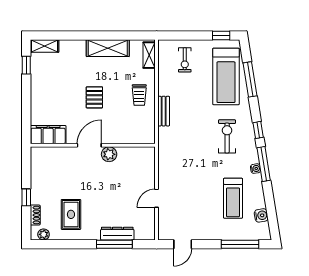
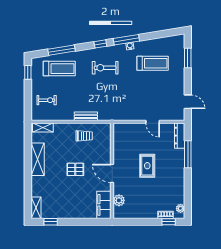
treadmill: (226, 76) -> (59, 69), width x0.73, depth x0.73
trolley: (139, 95) -> (84, 136), moved
plant: (109, 154) -> (119, 200), moved
window: (26, 197) -> (169, 222), moved
rug: (71, 214) -> (147, 166), moved, turned 90
water cooler: (261, 215) -> (166, 42), removed
dresser: (117, 234) -> (180, 136), moved
window: (240, 244) -> (188, 58), width x0.69

